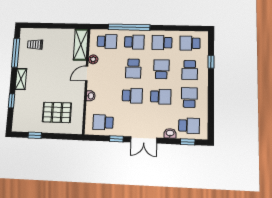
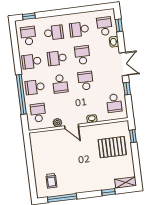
school desk: (134, 42) -> (35, 87), turned -90
school desk: (162, 43) -> (32, 61), turned 90
school desk: (190, 43) -> (28, 36), turned 180
shelving: (81, 45) -> (45, 137), removed
window: (211, 62) -> (29, 16), moved
school desk: (133, 68) -> (60, 84), turned 90
shelving: (21, 79) -> (126, 183), moved
pallet: (57, 112) -> (112, 147), turned 90
window: (35, 135) -> (133, 136), moved

